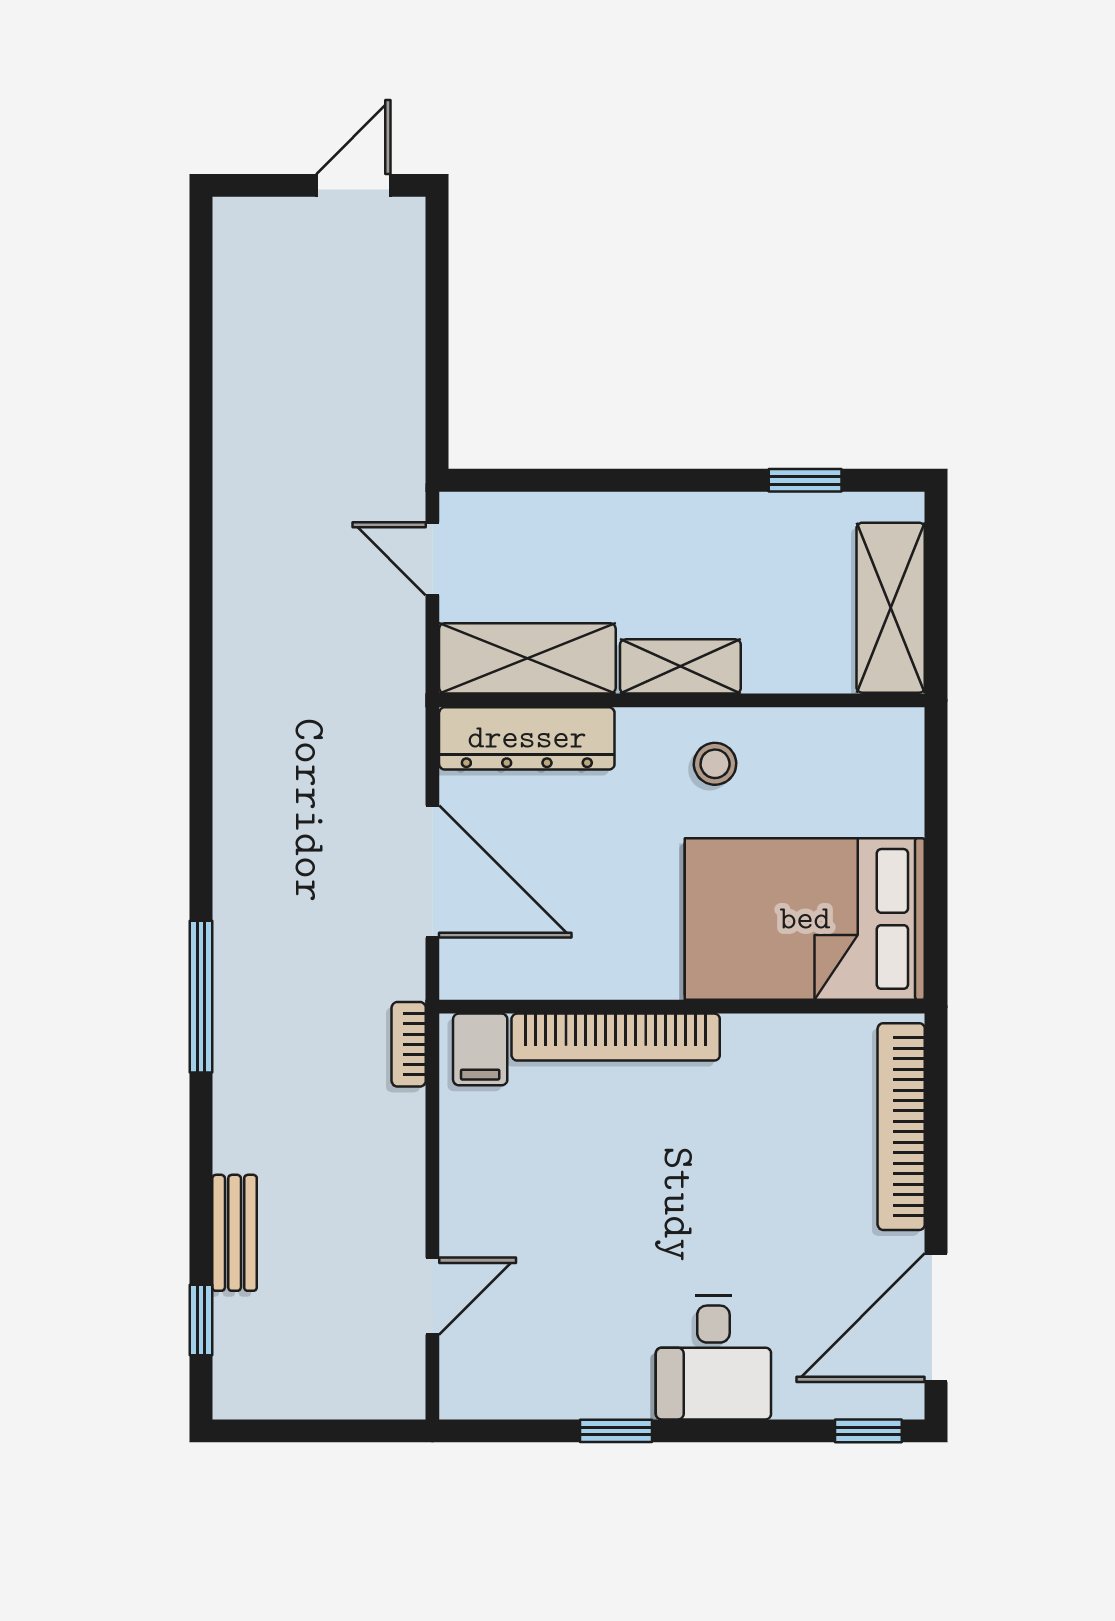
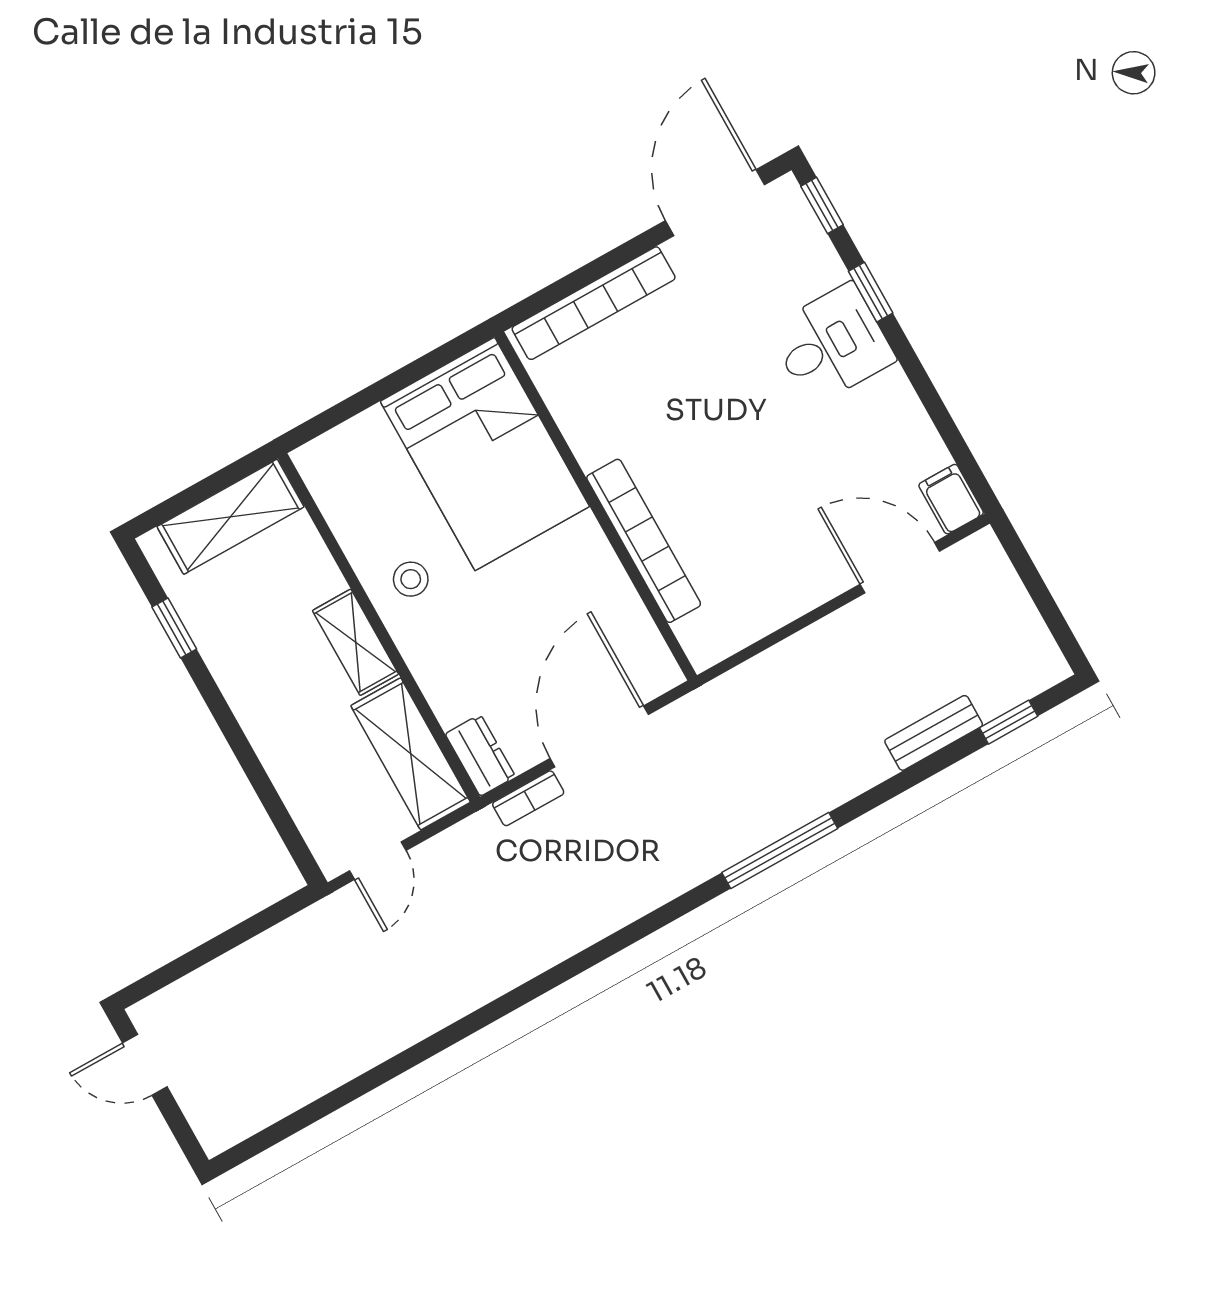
dresser: (527, 738) -> (480, 755), width x0.51, depth x0.80
bookcase: (409, 1044) -> (528, 798), moved
filing cabinet: (480, 1049) -> (951, 499), moved, turned -90
door: (432, 1296) -> (900, 568), width x1.38
door: (936, 1318) -> (715, 203), swing flipped
window: (616, 1431) -> (871, 292), moved

